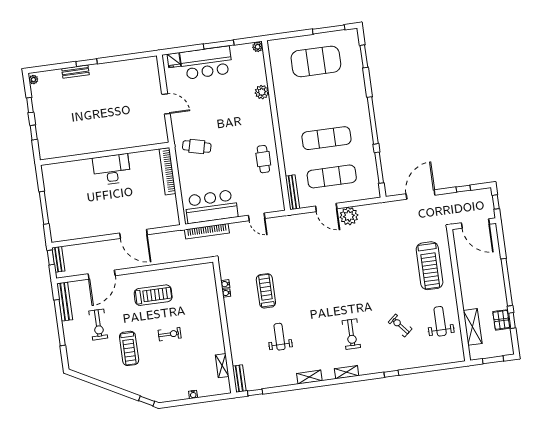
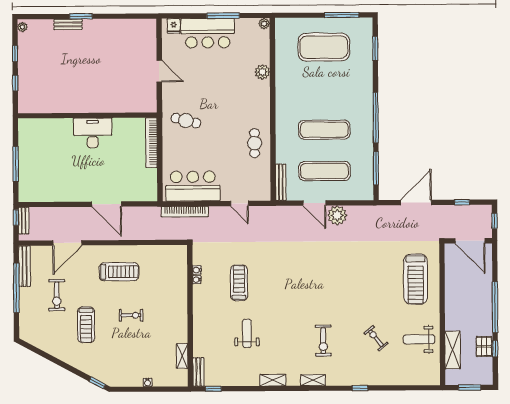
weight bench: (440, 321) -> (419, 339), turned -90

